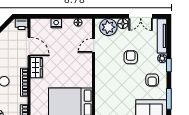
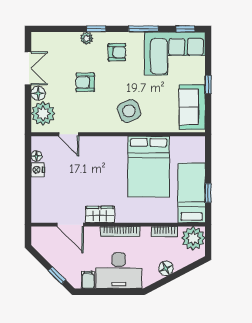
nightstand: (56, 23) -> (38, 170), moved
printer: (22, 24) -> (39, 235), removed
tv unit: (162, 36) -> (55, 38), removed
door: (29, 47) -> (70, 225), swing flipped
side table: (110, 88) -> (129, 111), added

